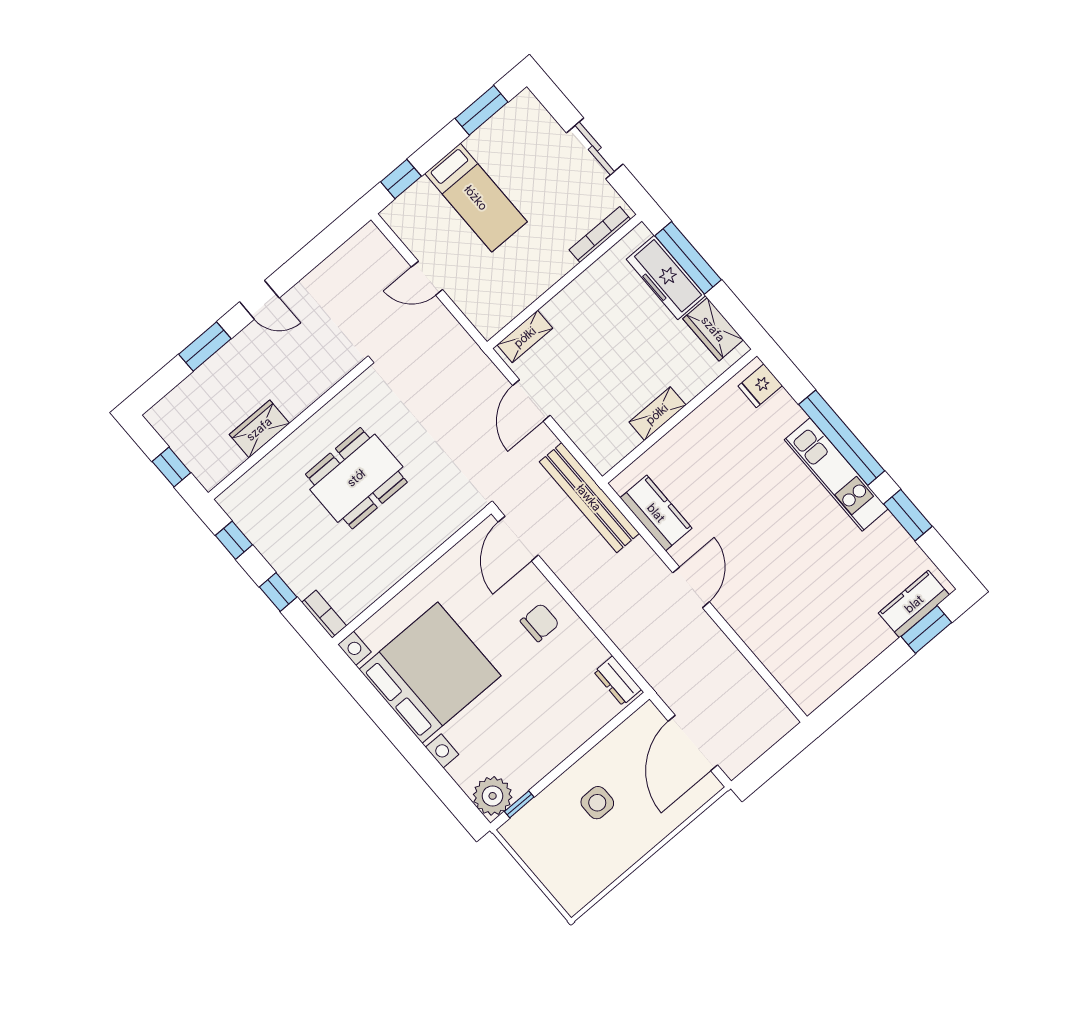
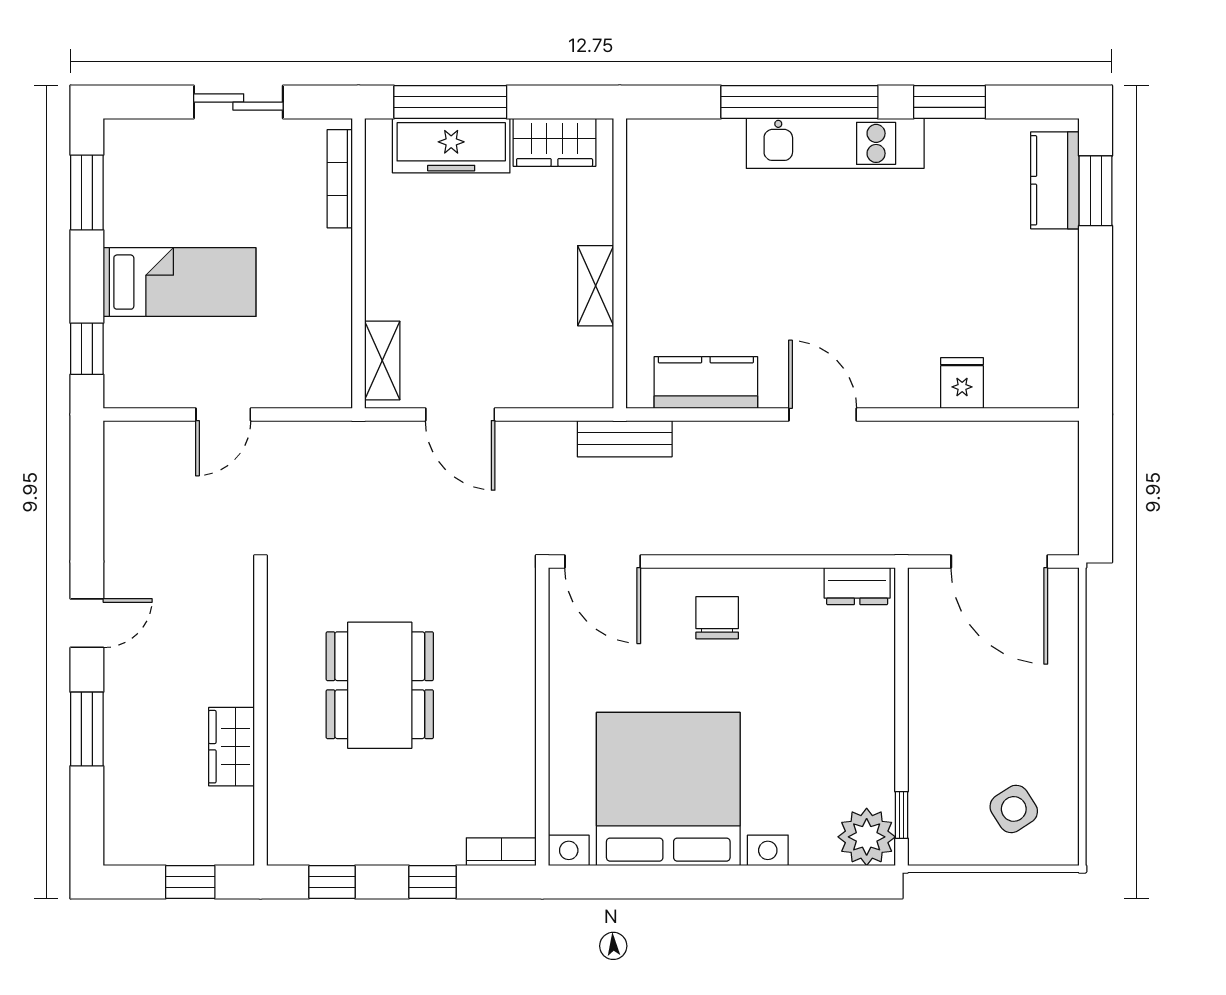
fridge: (760, 386) -> (962, 383), moved, turned 180
bench: (589, 498) -> (625, 439), width x0.54, depth x0.82
side table: (597, 803) -> (1014, 809), moved, turned -33

